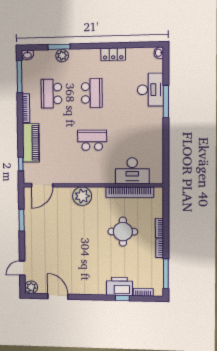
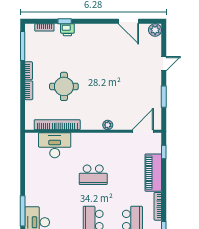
plant: (82, 196) -> (108, 125), width x0.53, depth x0.53
door: (22, 268) -> (164, 64), moved
printer: (119, 286) -> (67, 30), width x0.53, depth x0.68

